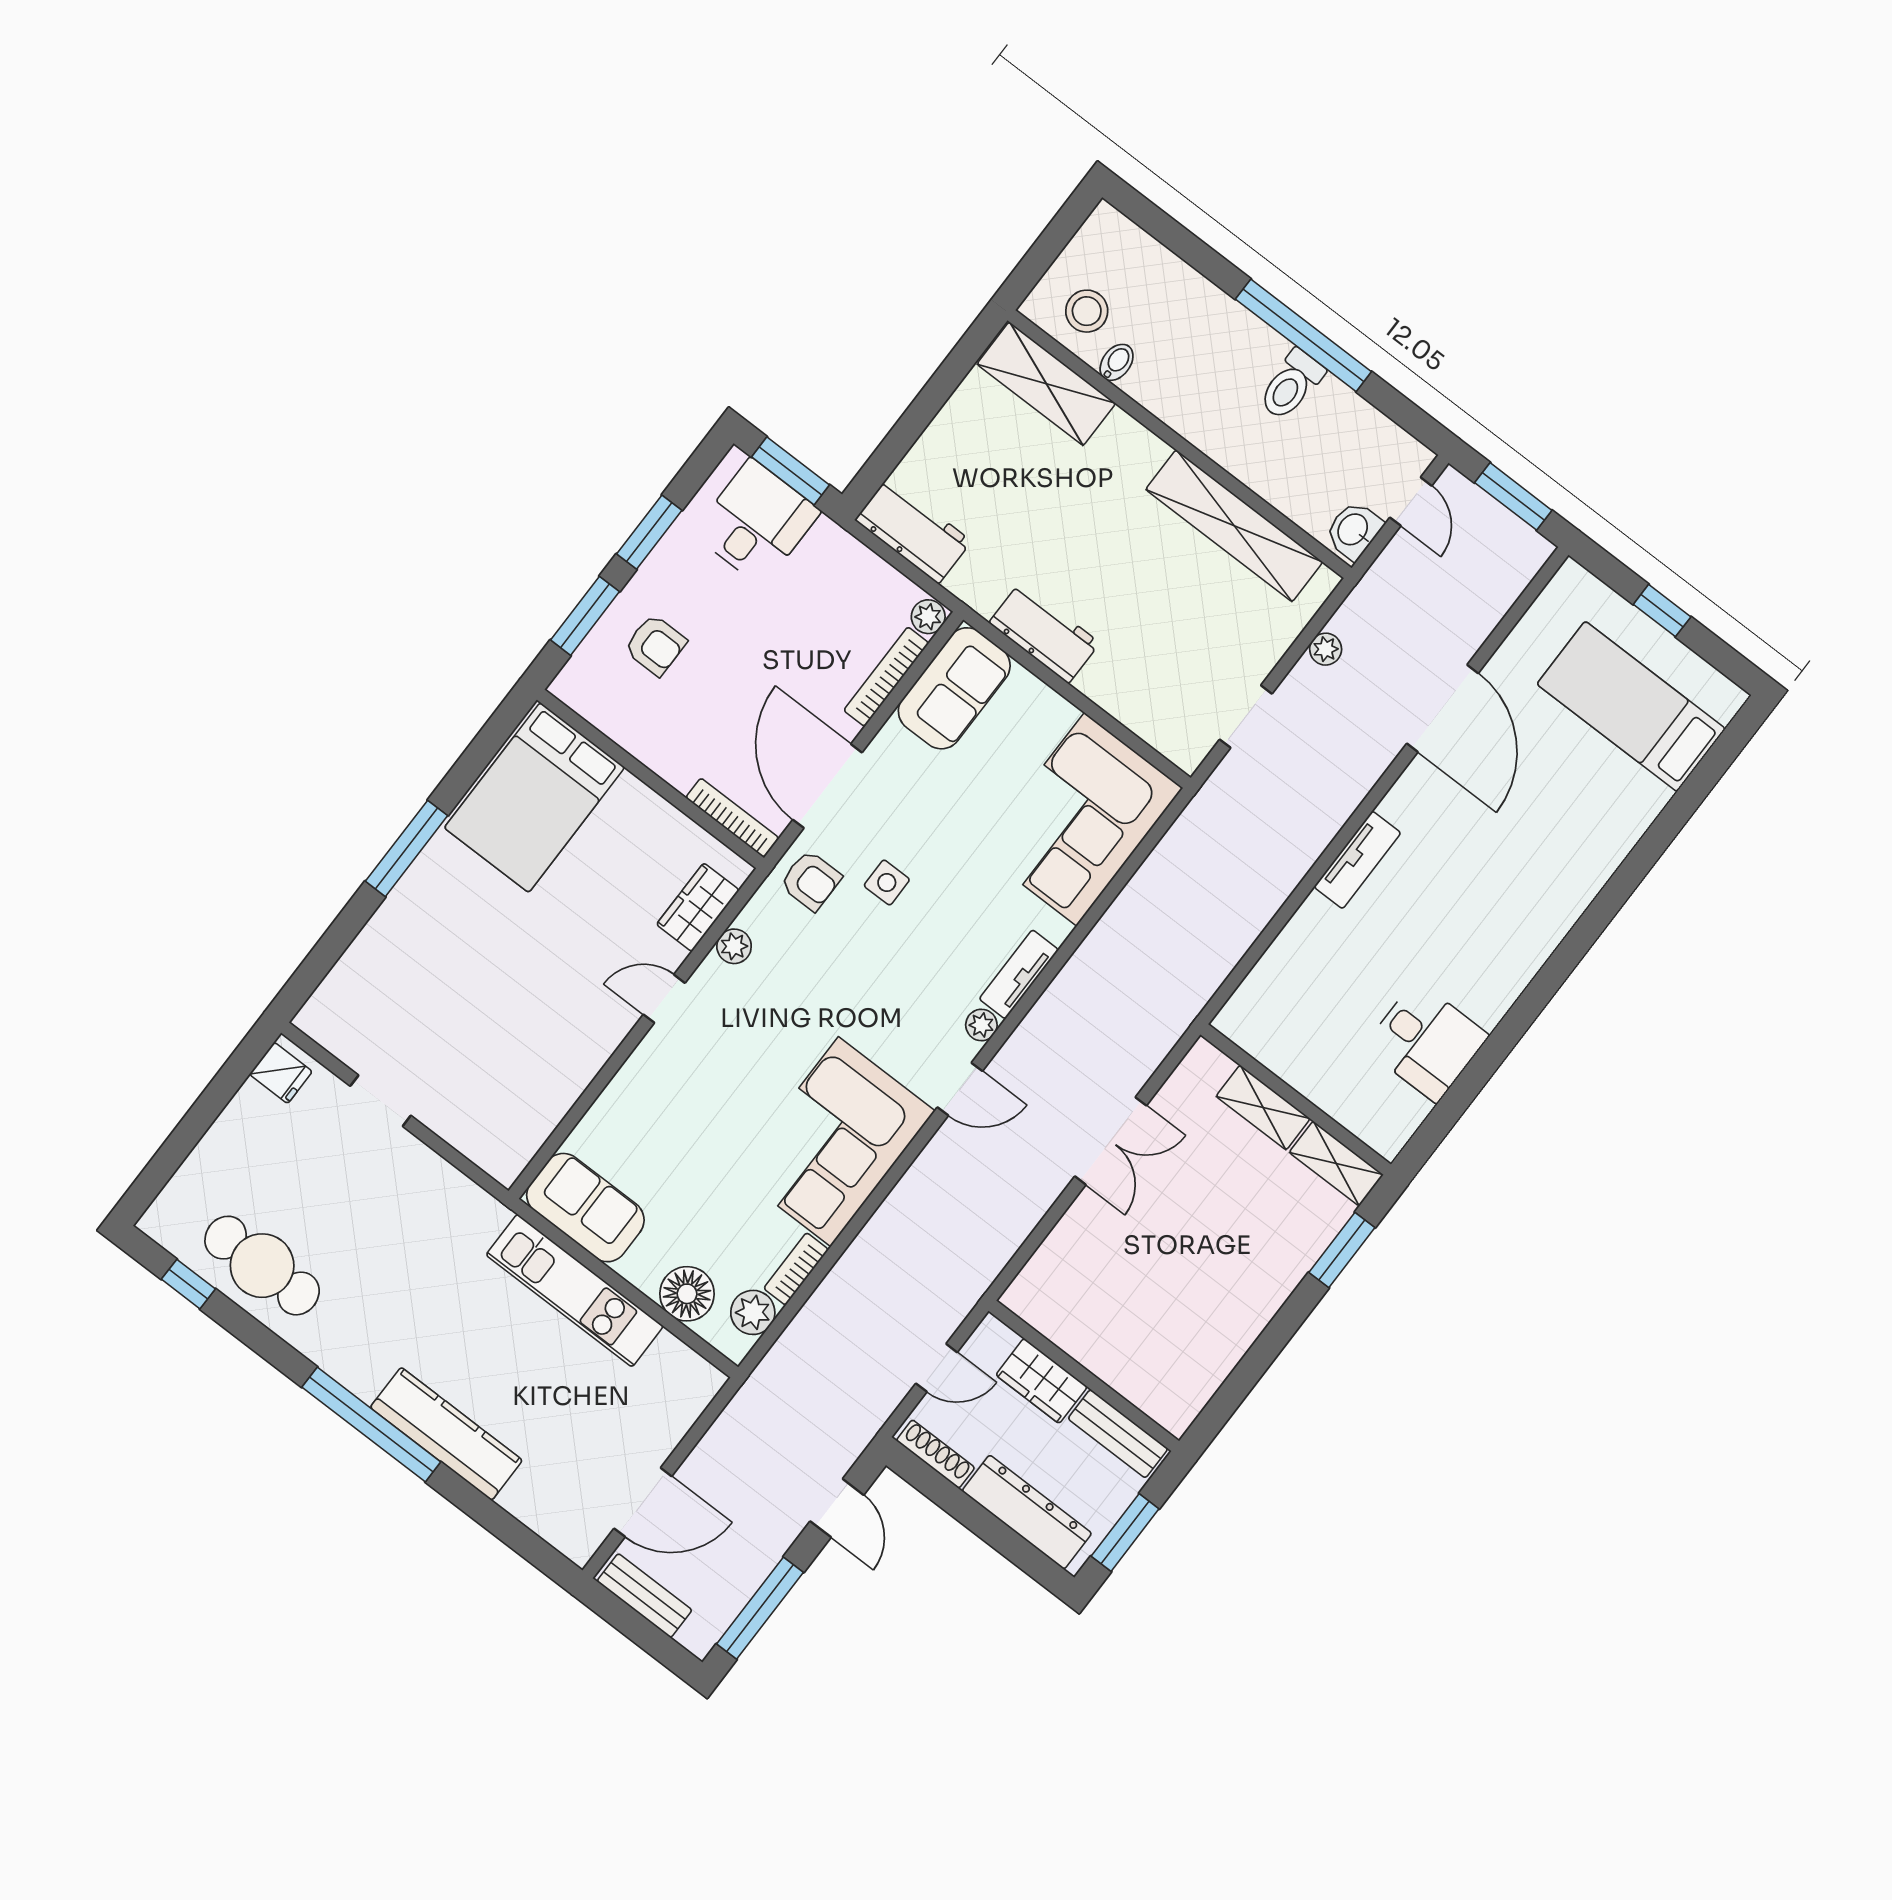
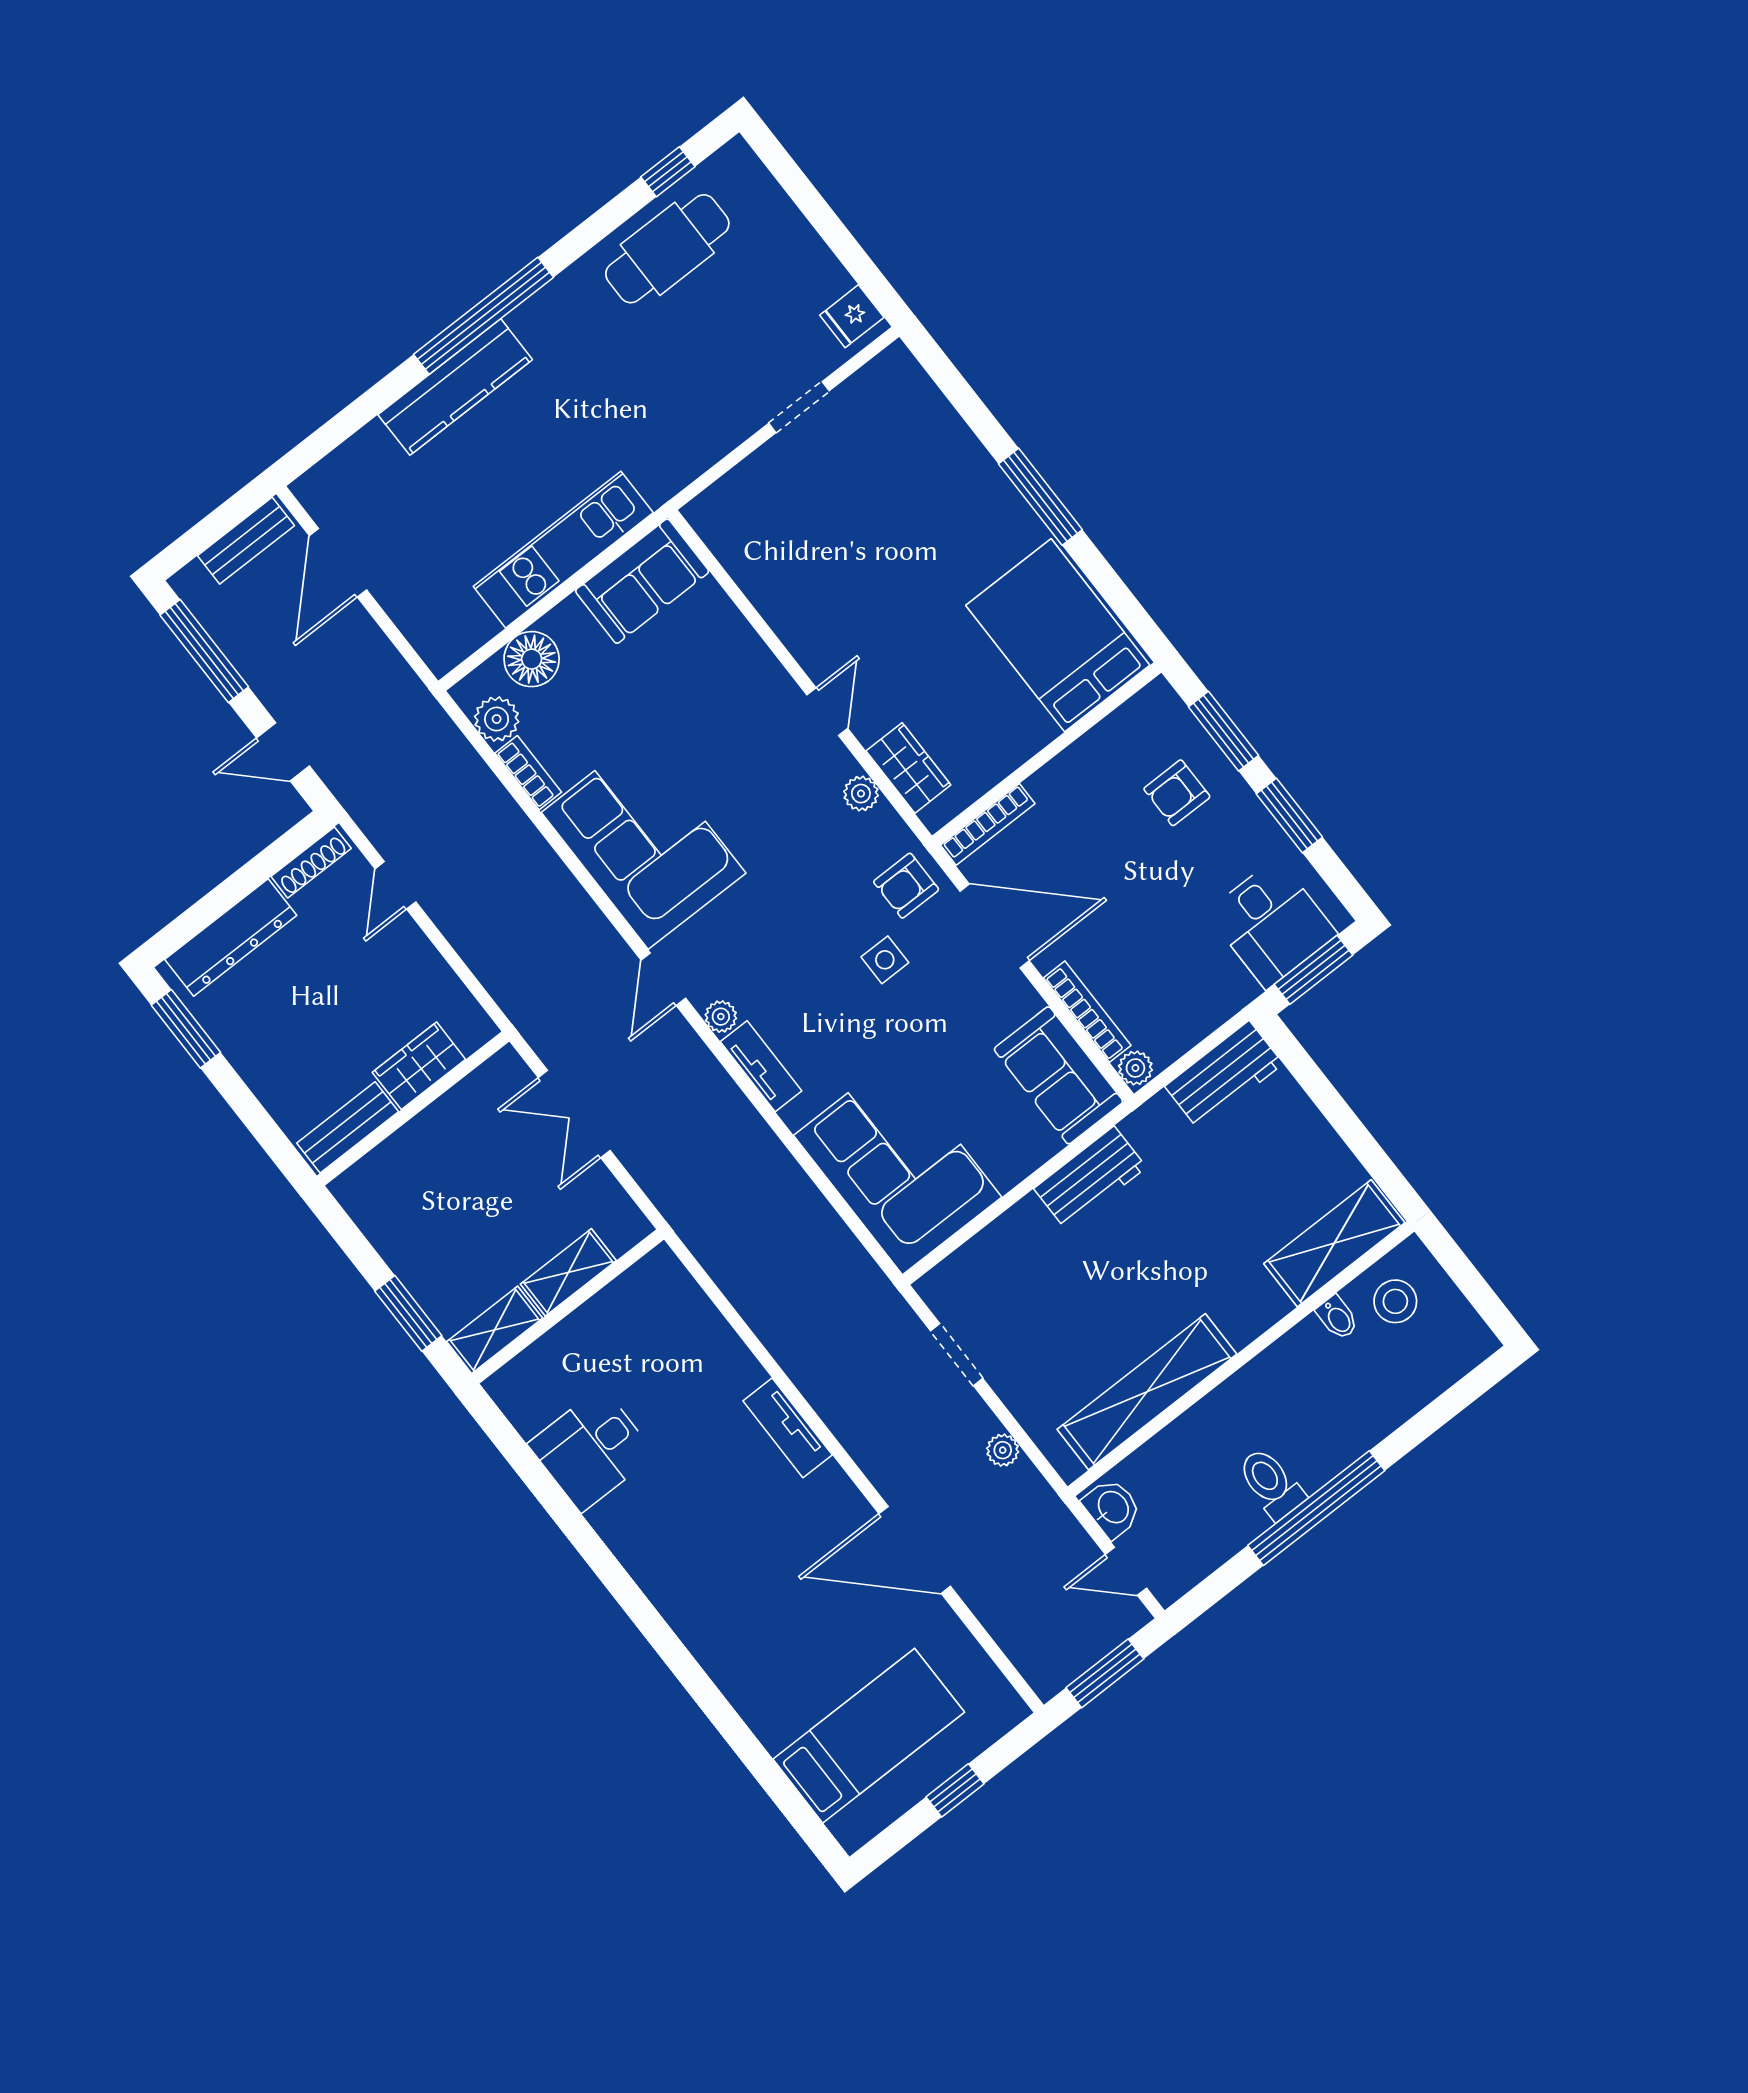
wall: (1084, 1376) -> (413, 1109), moved
wardrobe: (1042, 1381) -> (419, 1066), moved
bench: (1118, 1434) -> (348, 1127), moved

